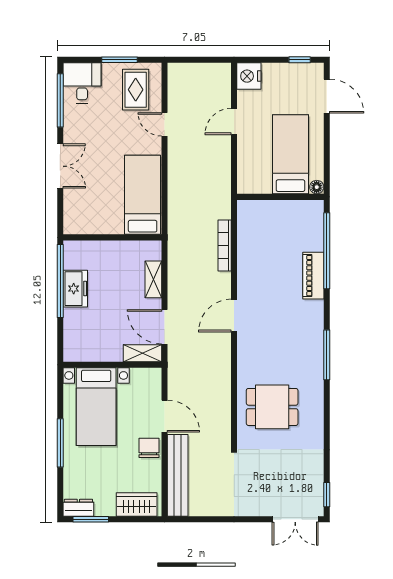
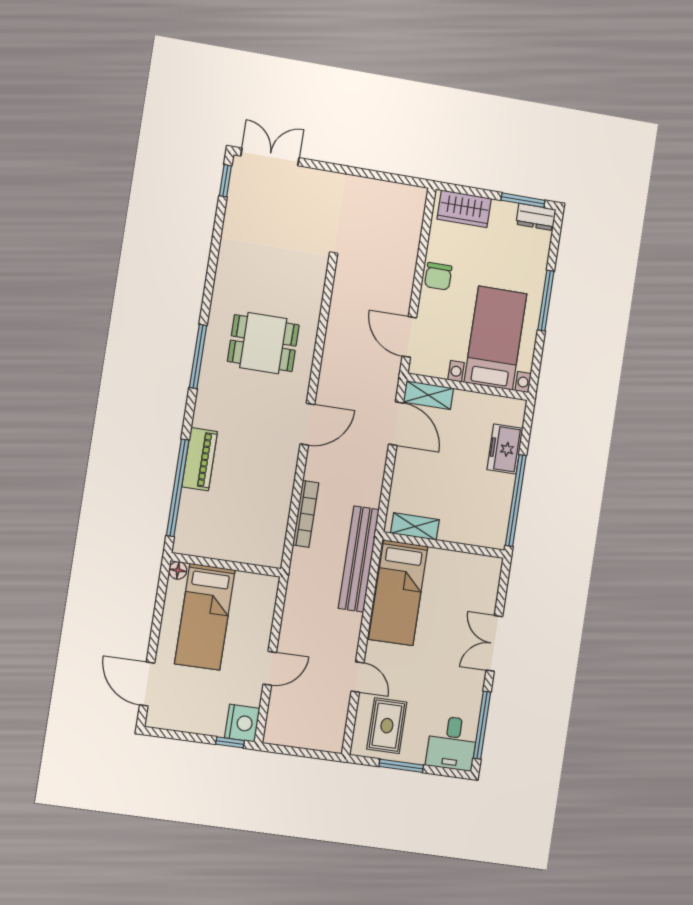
window: (300, 60) -> (230, 742), moved
shelving: (153, 279) -> (415, 526), moved, turned 90
freezer: (75, 289) -> (505, 449), moved
dining table: (272, 407) -> (263, 343), moved
door: (165, 416) -> (409, 337), moved
bench: (178, 475) -> (359, 559), moved

